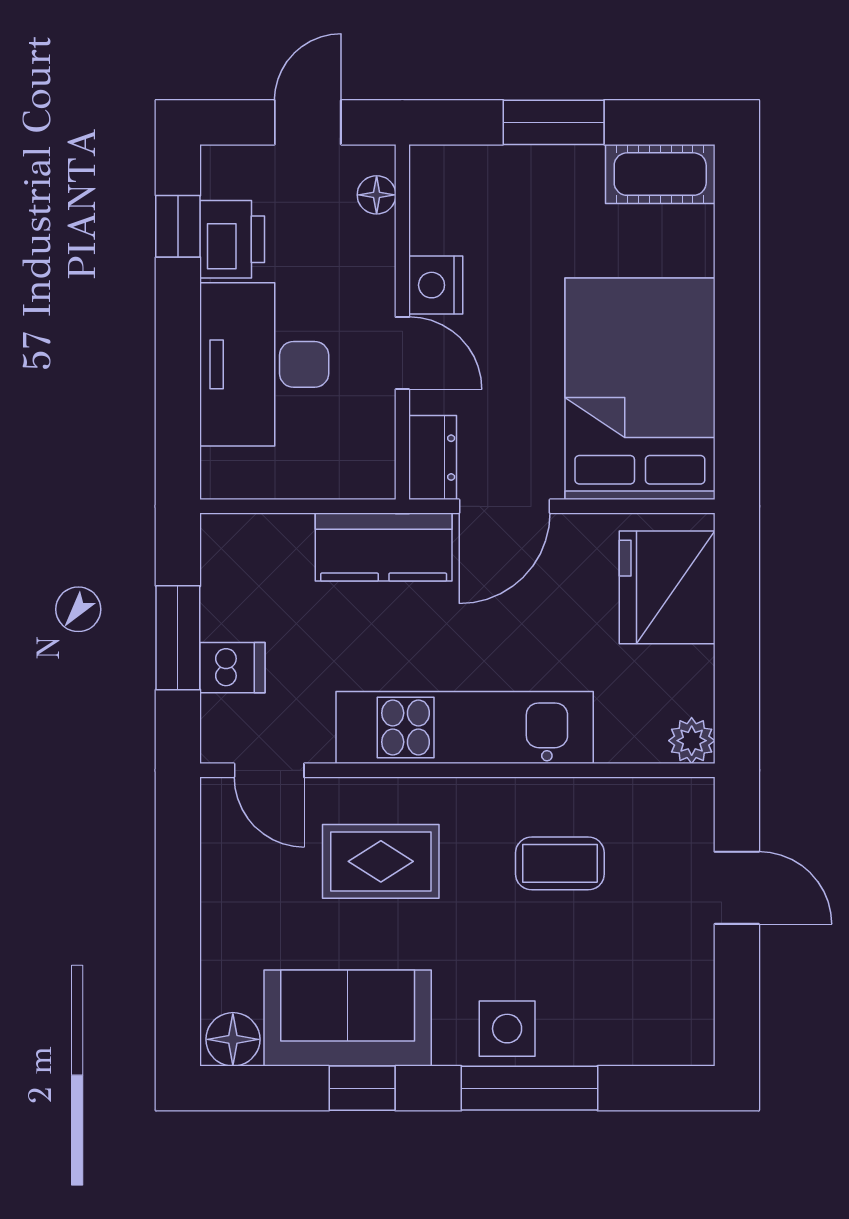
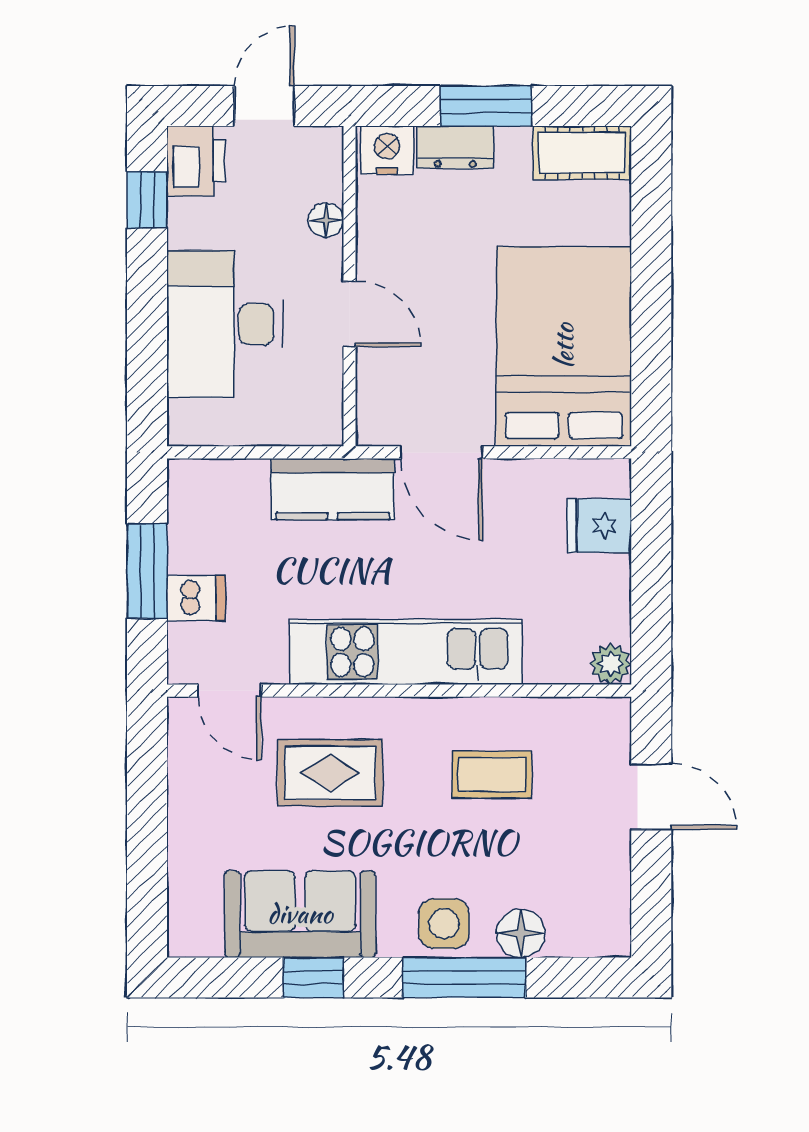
floor lamp: (377, 195) -> (326, 220), moved
printer: (232, 239) -> (196, 161), moved
nightstand: (436, 285) -> (387, 150), moved, turned 90
dresser: (433, 458) -> (455, 147), moved, turned 90
door: (505, 506) -> (442, 452), hinge flipped
fridge: (667, 587) -> (599, 526), width x0.53, depth x0.75
floor lamp: (233, 1039) -> (521, 933), moved

